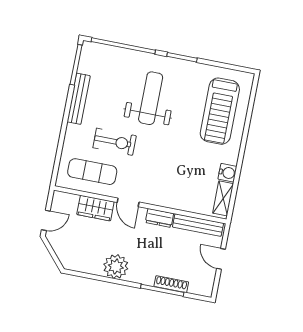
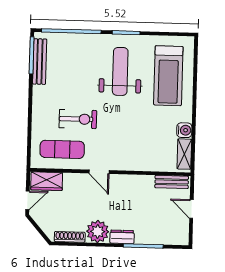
weight bench: (151, 98) -> (120, 71), moved
bench: (79, 99) -> (40, 62), moved
wardrobe: (95, 208) -> (47, 181), moved
dresser: (159, 218) -> (122, 237), moved, turned 180
bench: (198, 225) -> (172, 182), width x0.73
shoe rack: (171, 284) -> (70, 237), moved

